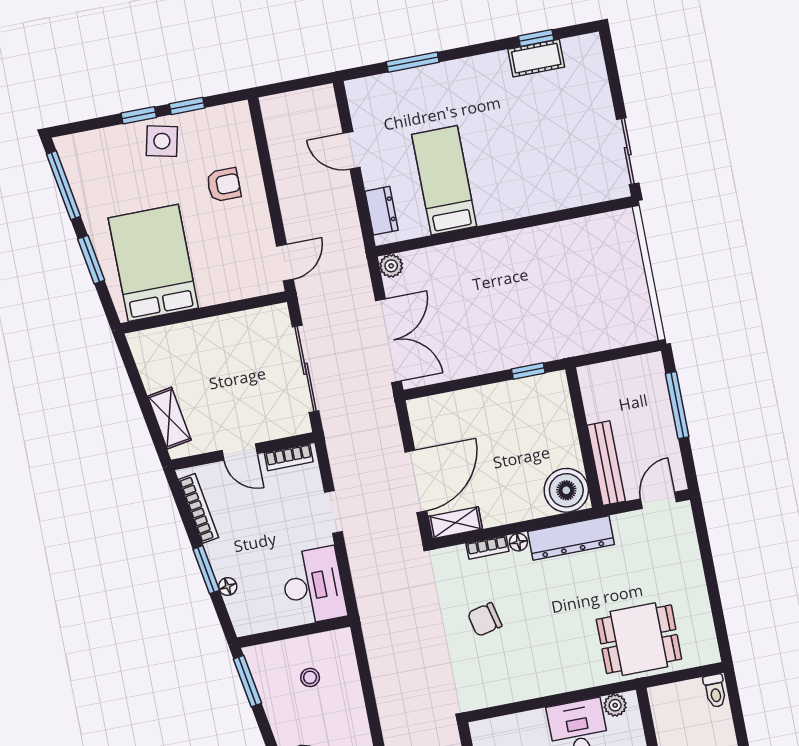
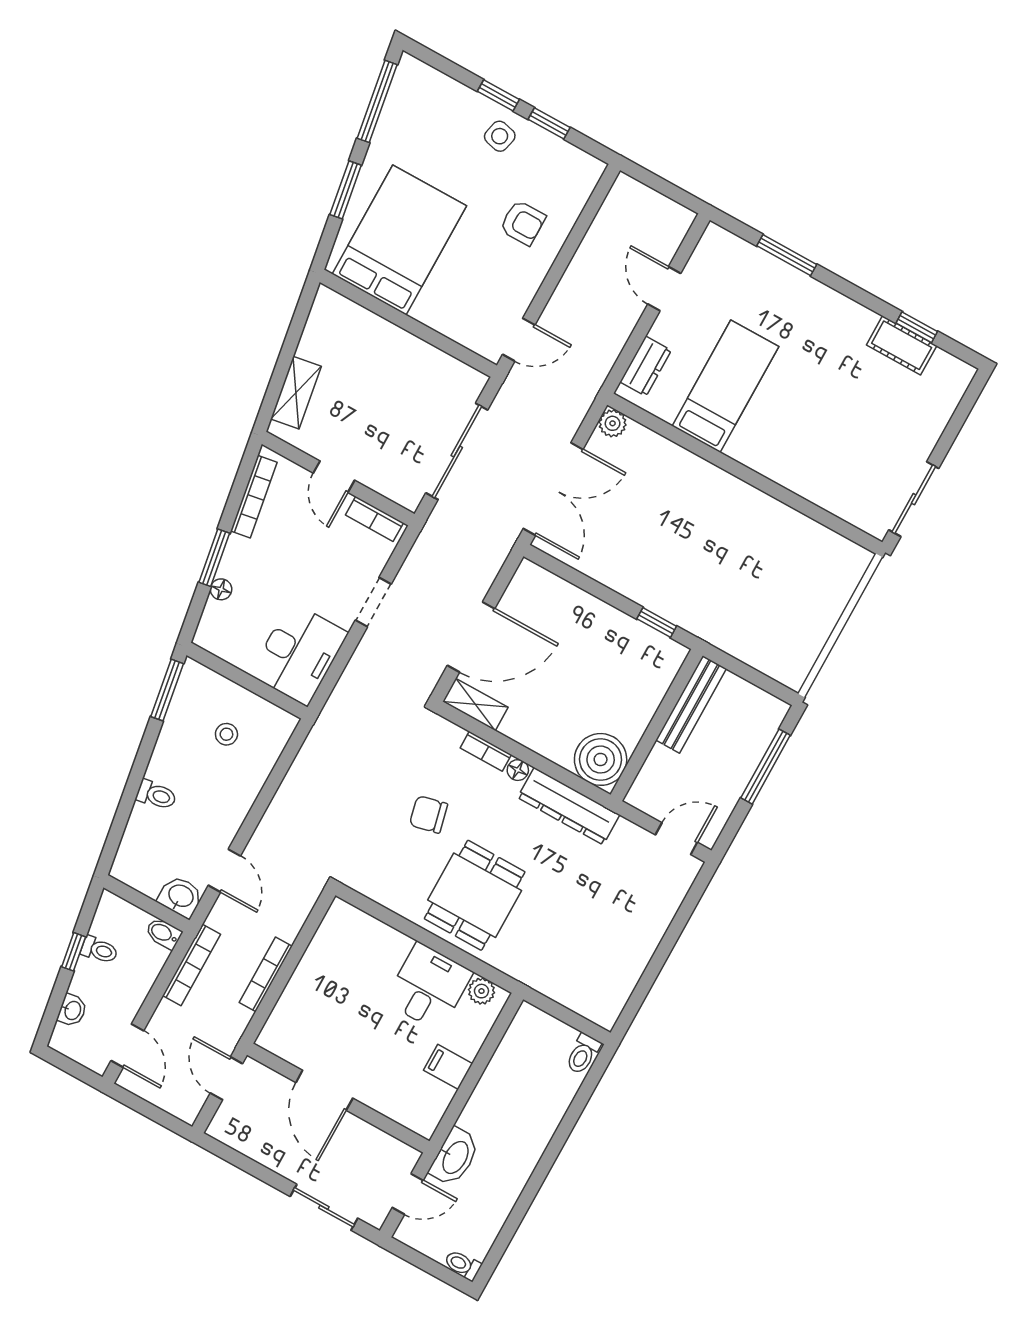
side table: (162, 141) -> (500, 136), width x0.73, depth x0.73
bench: (606, 463) -> (691, 704), moved
dining table: (639, 639) -> (475, 895), moved, turned 90

